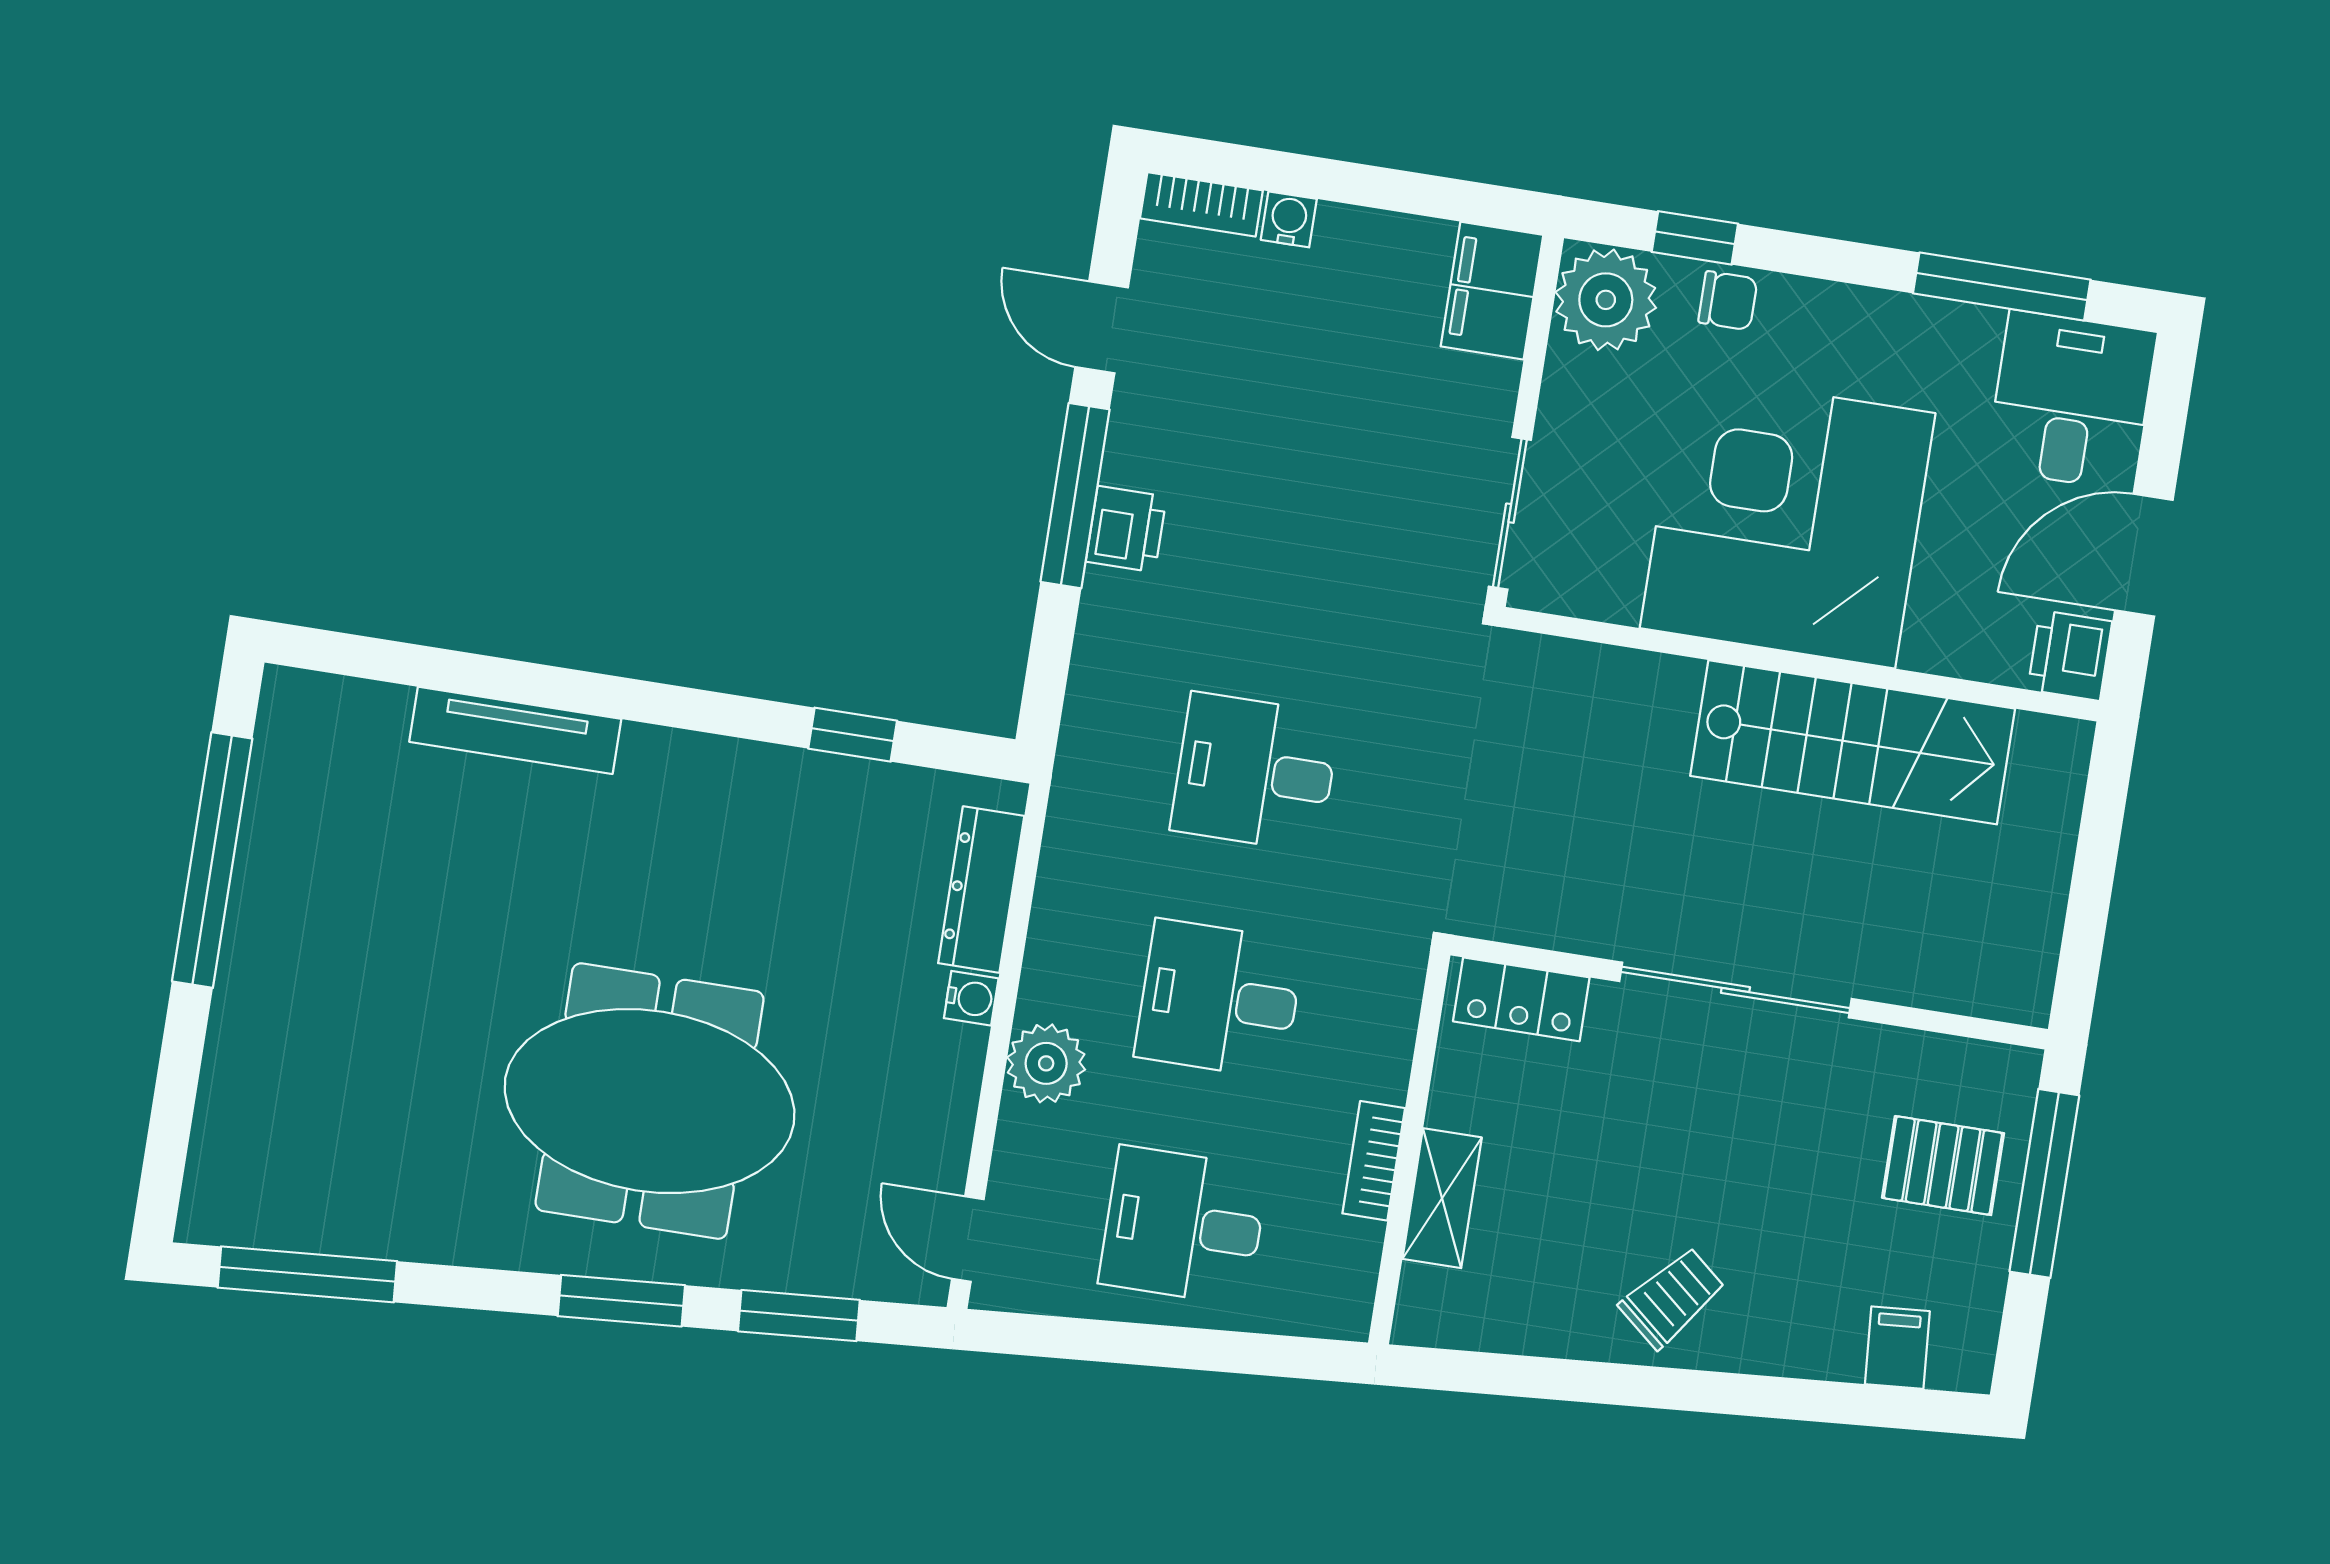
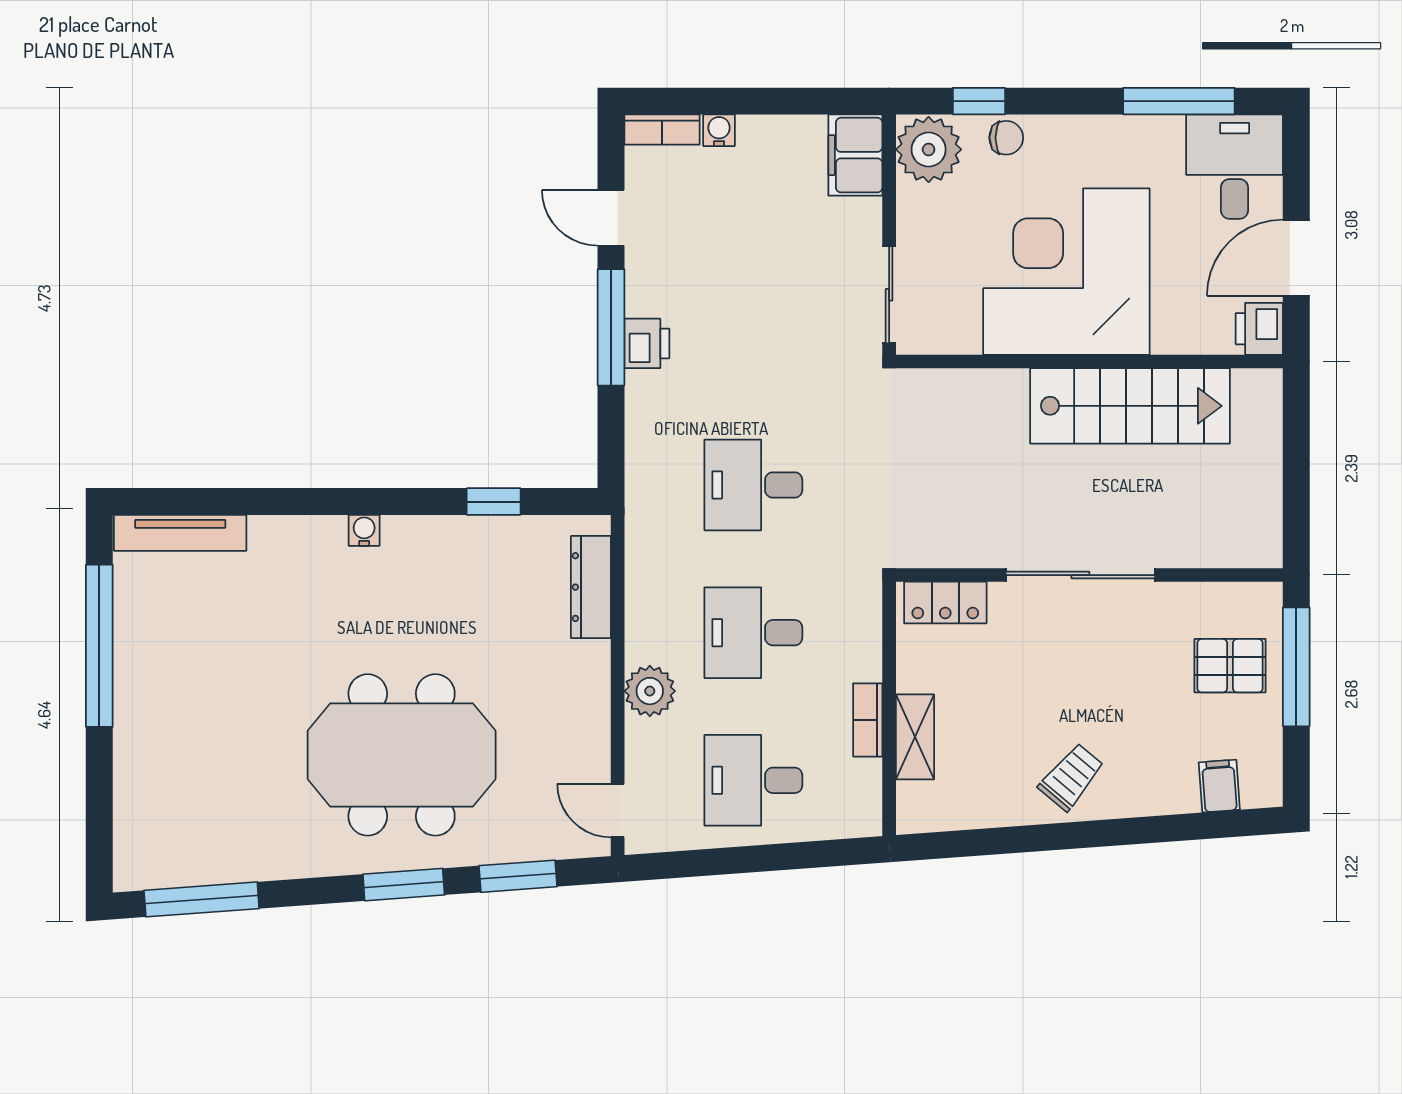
tv unit: (515, 730) -> (180, 533), moved
water cooler: (971, 998) -> (364, 530), moved, turned -90

